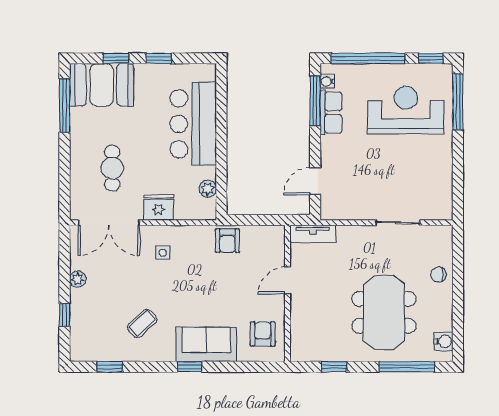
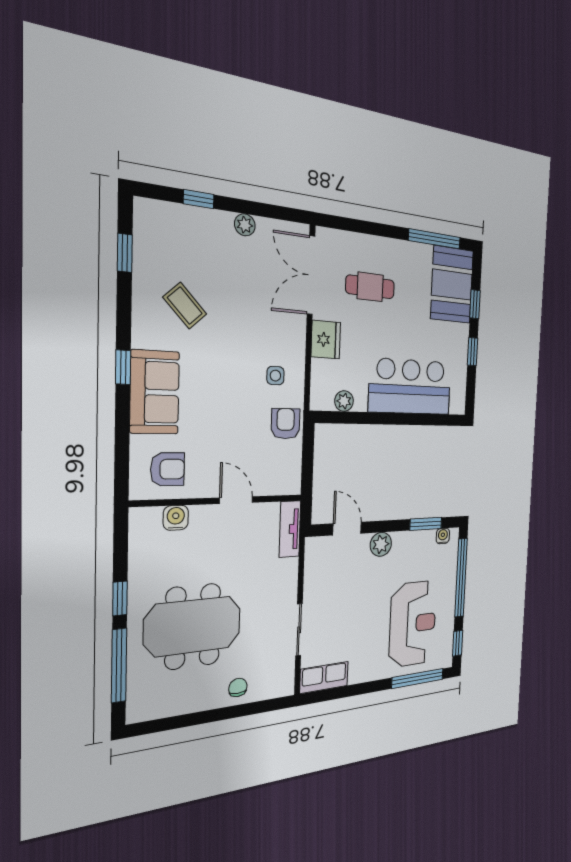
window: (315, 101) -> (426, 524), width x0.69
row of seats: (331, 113) -> (324, 677), moved, turned 180
plant: (331, 147) -> (381, 544), added
armchair: (227, 241) -> (286, 424), turned 90
side table: (163, 253) -> (275, 376), moved
water cooler: (444, 341) -> (176, 518), moved, turned 180
window: (334, 367) -> (120, 599), moved

